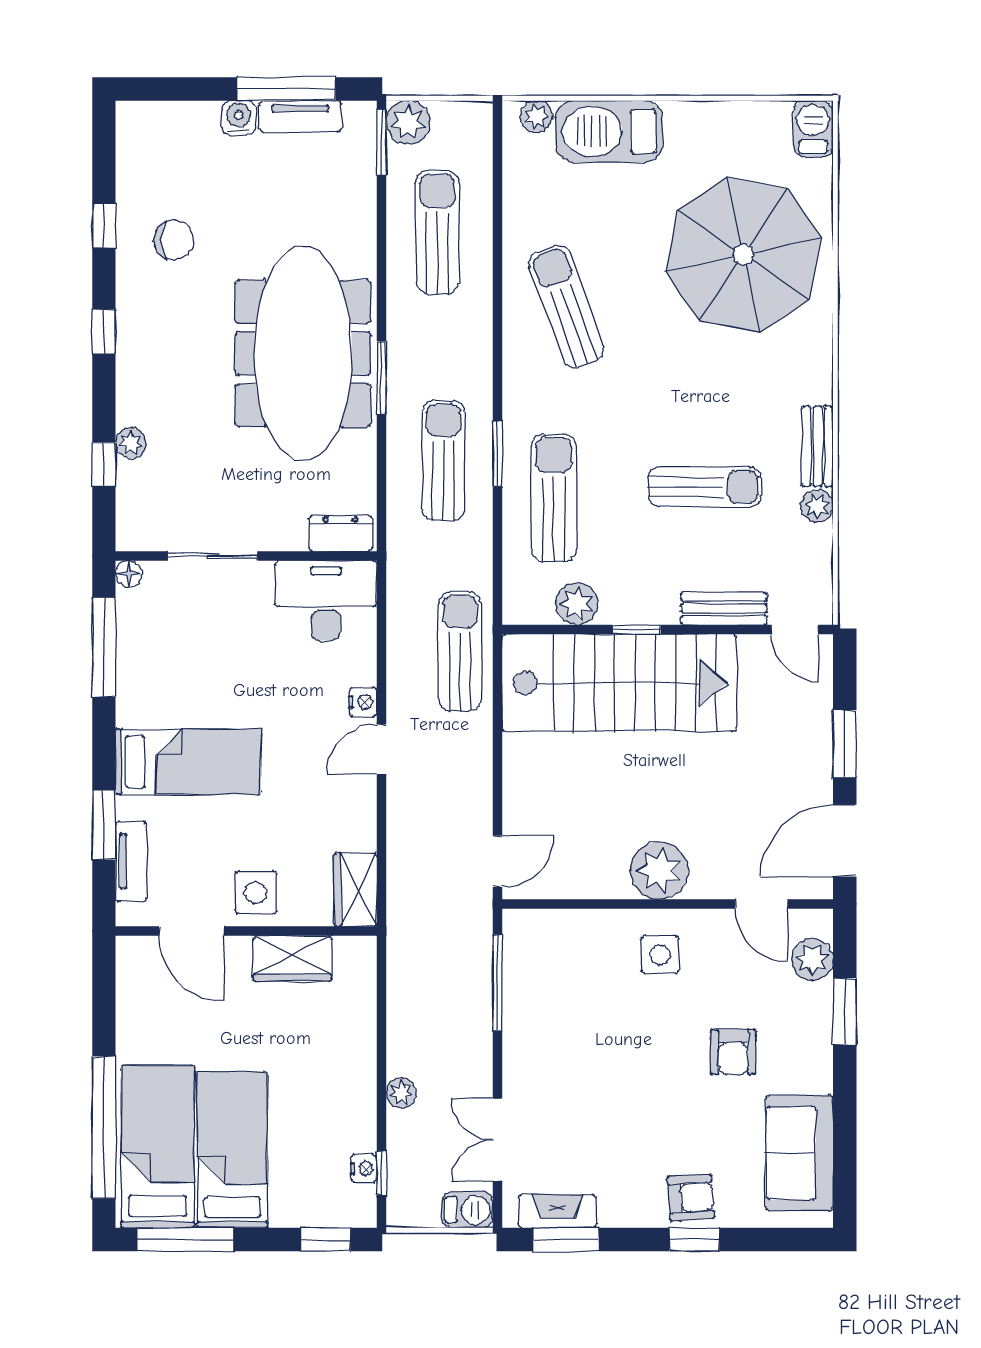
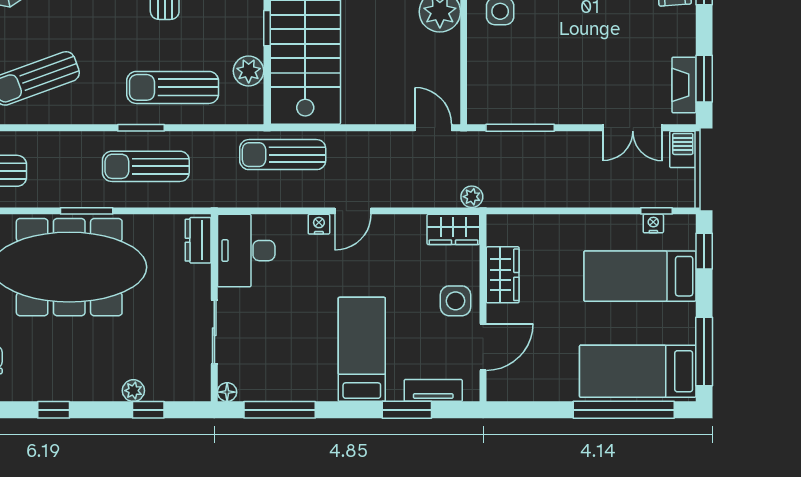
door: (381, 749) -> (353, 211), hinge flipped
plant: (401, 1093) -> (472, 197), moved
bed: (232, 1150) -> (640, 276), moved

